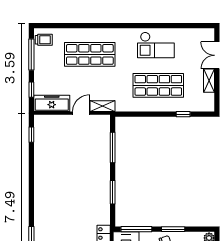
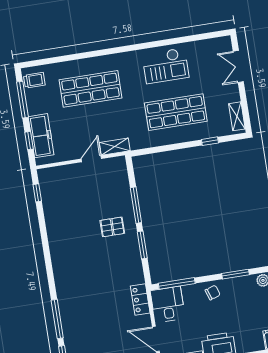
shelving: (209, 81) -> (237, 116), moved
freezer: (52, 103) -> (41, 136), moved, turned 90
window: (113, 148) -> (136, 205), moved
pallet: (90, 173) -> (112, 227), added
window: (173, 229) -> (236, 274), moved

